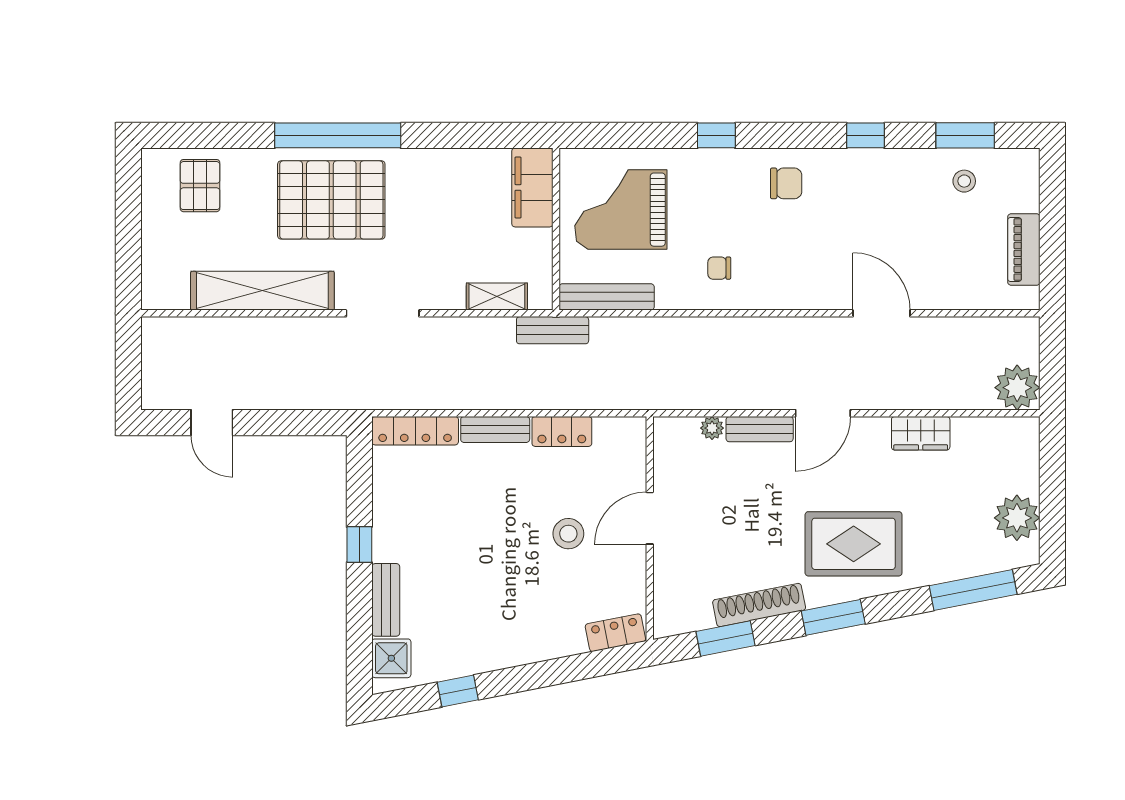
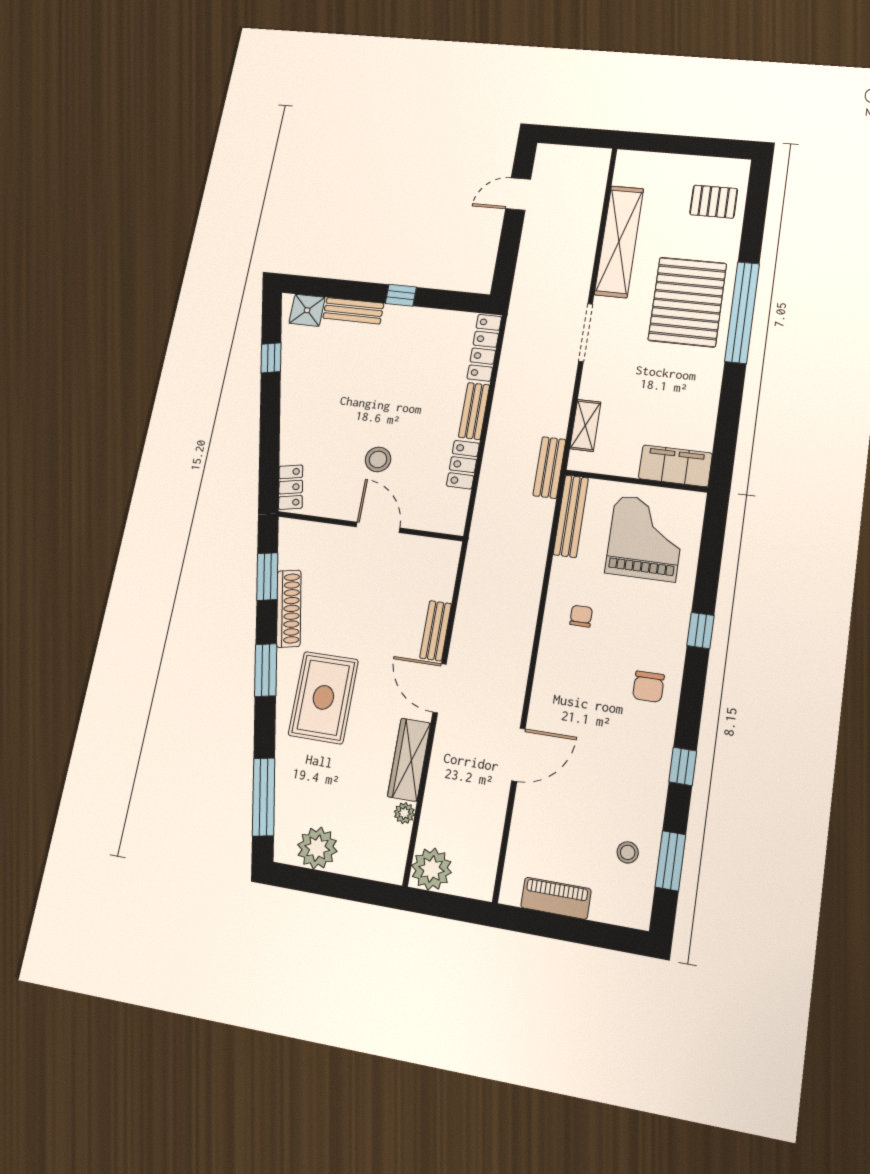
plant: (712, 428) -> (404, 813), moved
wardrobe: (921, 433) -> (409, 760), width x1.50

